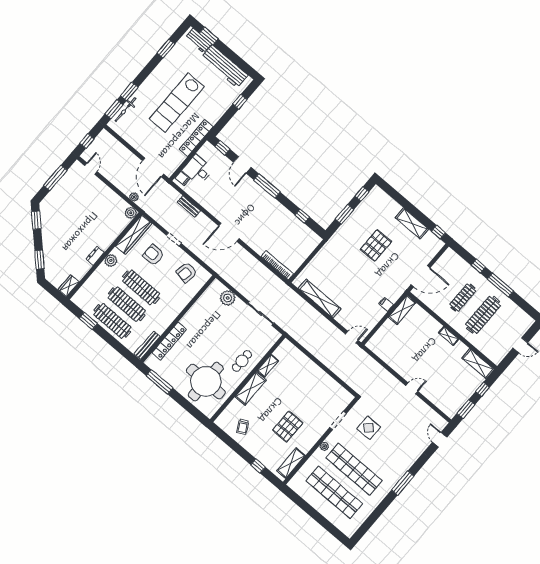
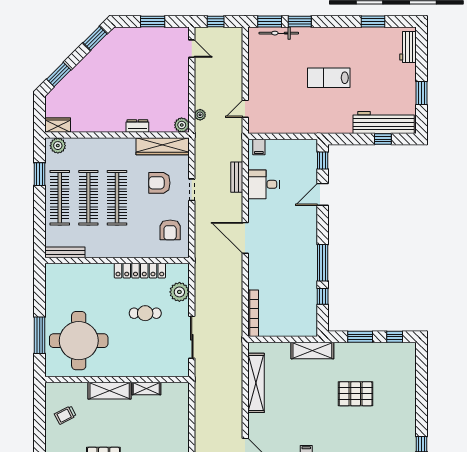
window: (209, 36) -> (421, 93), moved
workbench: (225, 66) -> (384, 123), moved, turned 90
lab bench: (177, 103) -> (329, 78), width x0.54, depth x0.72
locker: (196, 138) -> (310, 126), removed
door: (153, 167) -> (245, 109), width x0.53
door: (91, 169) -> (192, 49), hinge flipped
desk: (198, 170) -> (263, 184), moved, turned -90
window: (55, 178) -> (153, 22), width x0.69
window: (267, 186) -> (323, 263), moved
shelving: (412, 223) -> (312, 351), moved, turned 90
armchair: (154, 255) -> (159, 183), turned -90
dresser: (95, 256) -> (137, 126), moved
plant: (111, 261) -> (58, 146), moved
armchair: (187, 272) -> (170, 230), turned -100
locker: (169, 341) -> (140, 271), moved
cafe table: (242, 361) -> (145, 313), moved
window: (159, 382) -> (40, 335), moved

